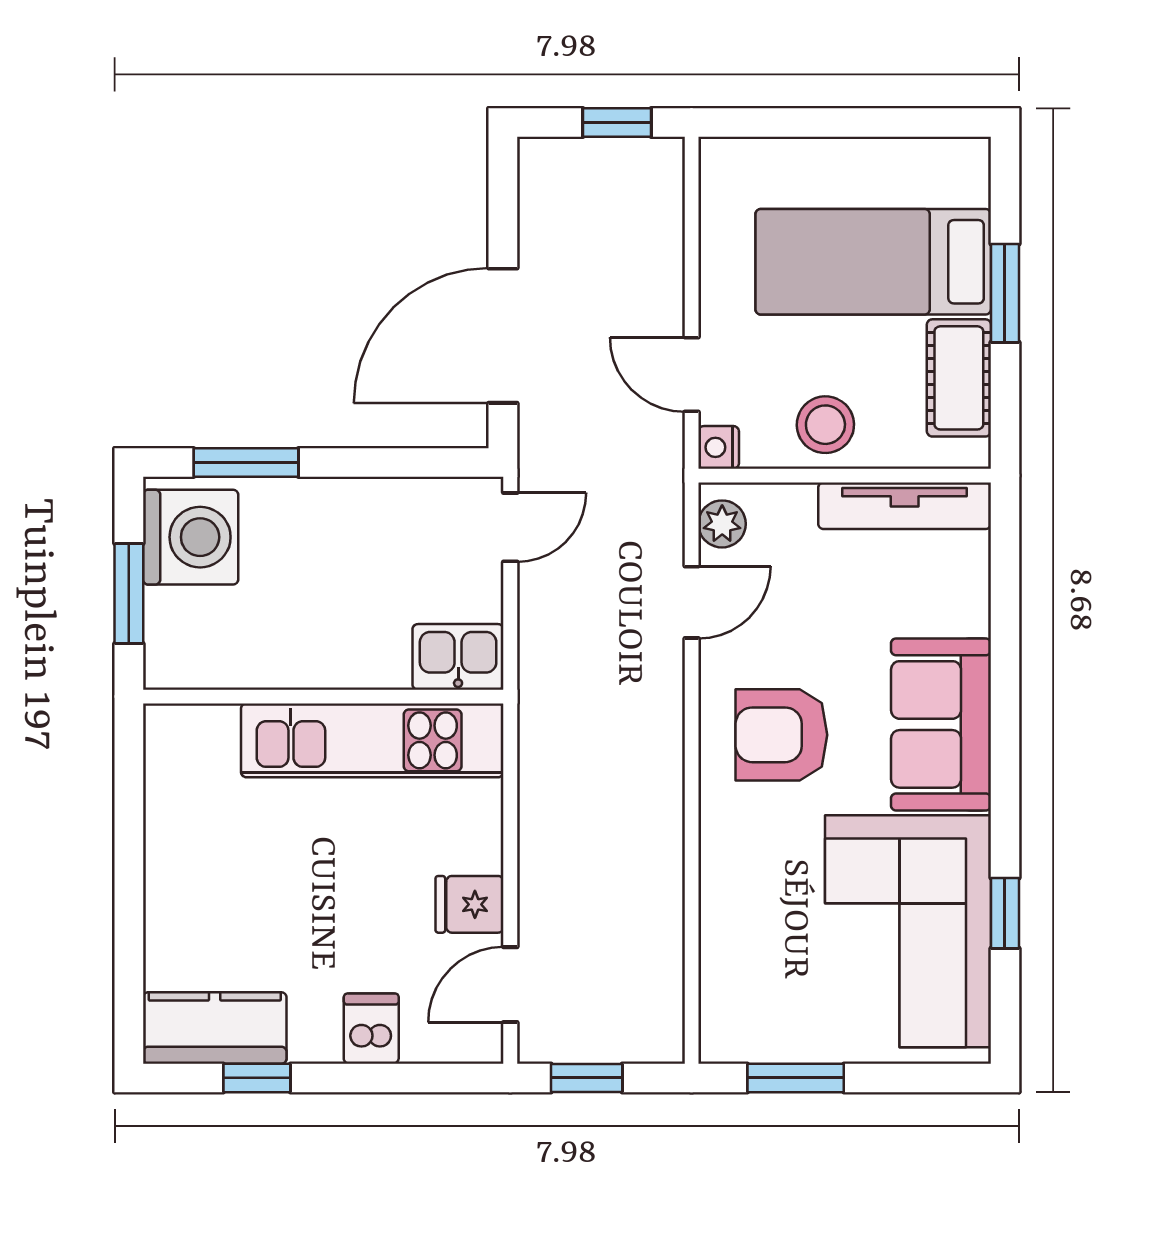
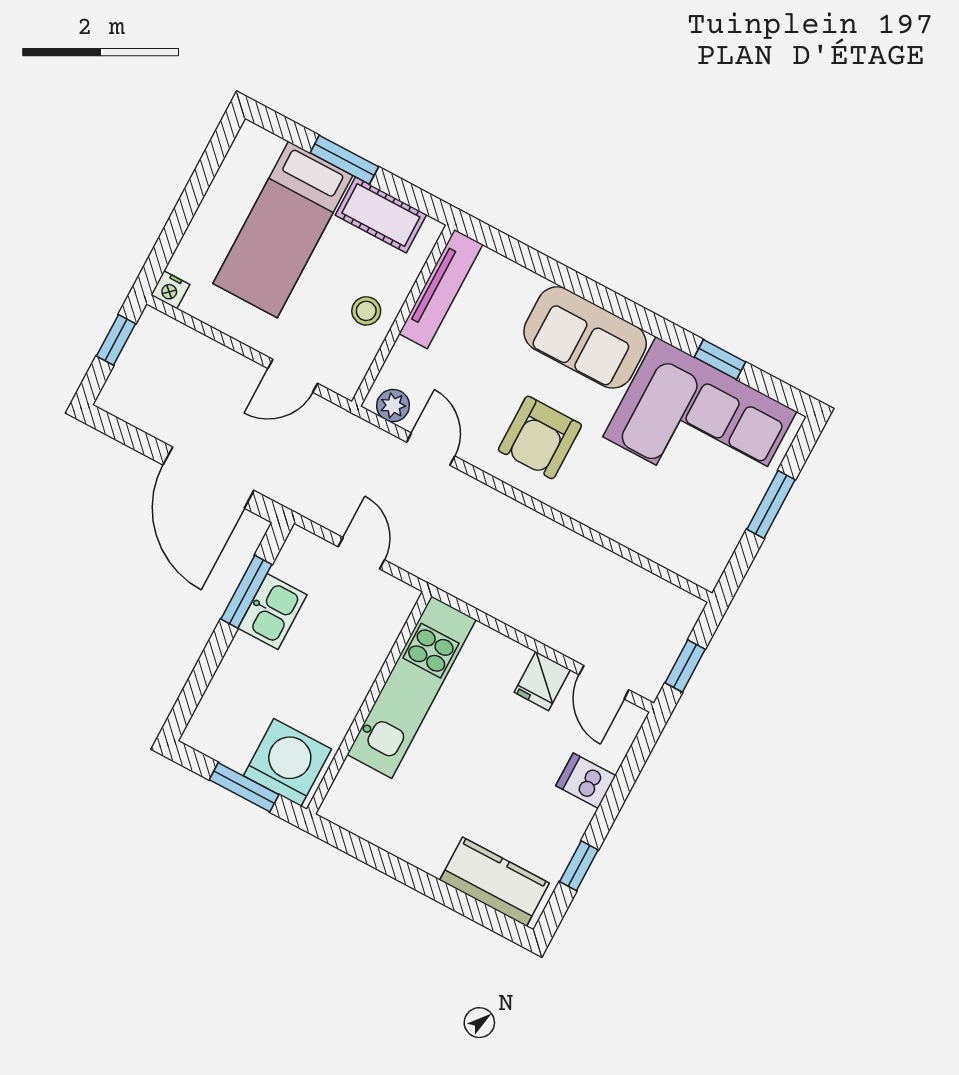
stool: (825, 425) -> (366, 311), width x0.73, depth x0.73
nightstand: (719, 447) -> (170, 290), moved
window: (246, 463) -> (246, 592), moved
door: (510, 527) -> (361, 553), moved
washing machine: (191, 537) -> (287, 762), moved
kitchen sink: (458, 657) -> (272, 611), moved, turned 180
kitchen counter: (215, 1028) -> (494, 882), moved, turned 90
window: (796, 1078) -> (771, 504), moved

